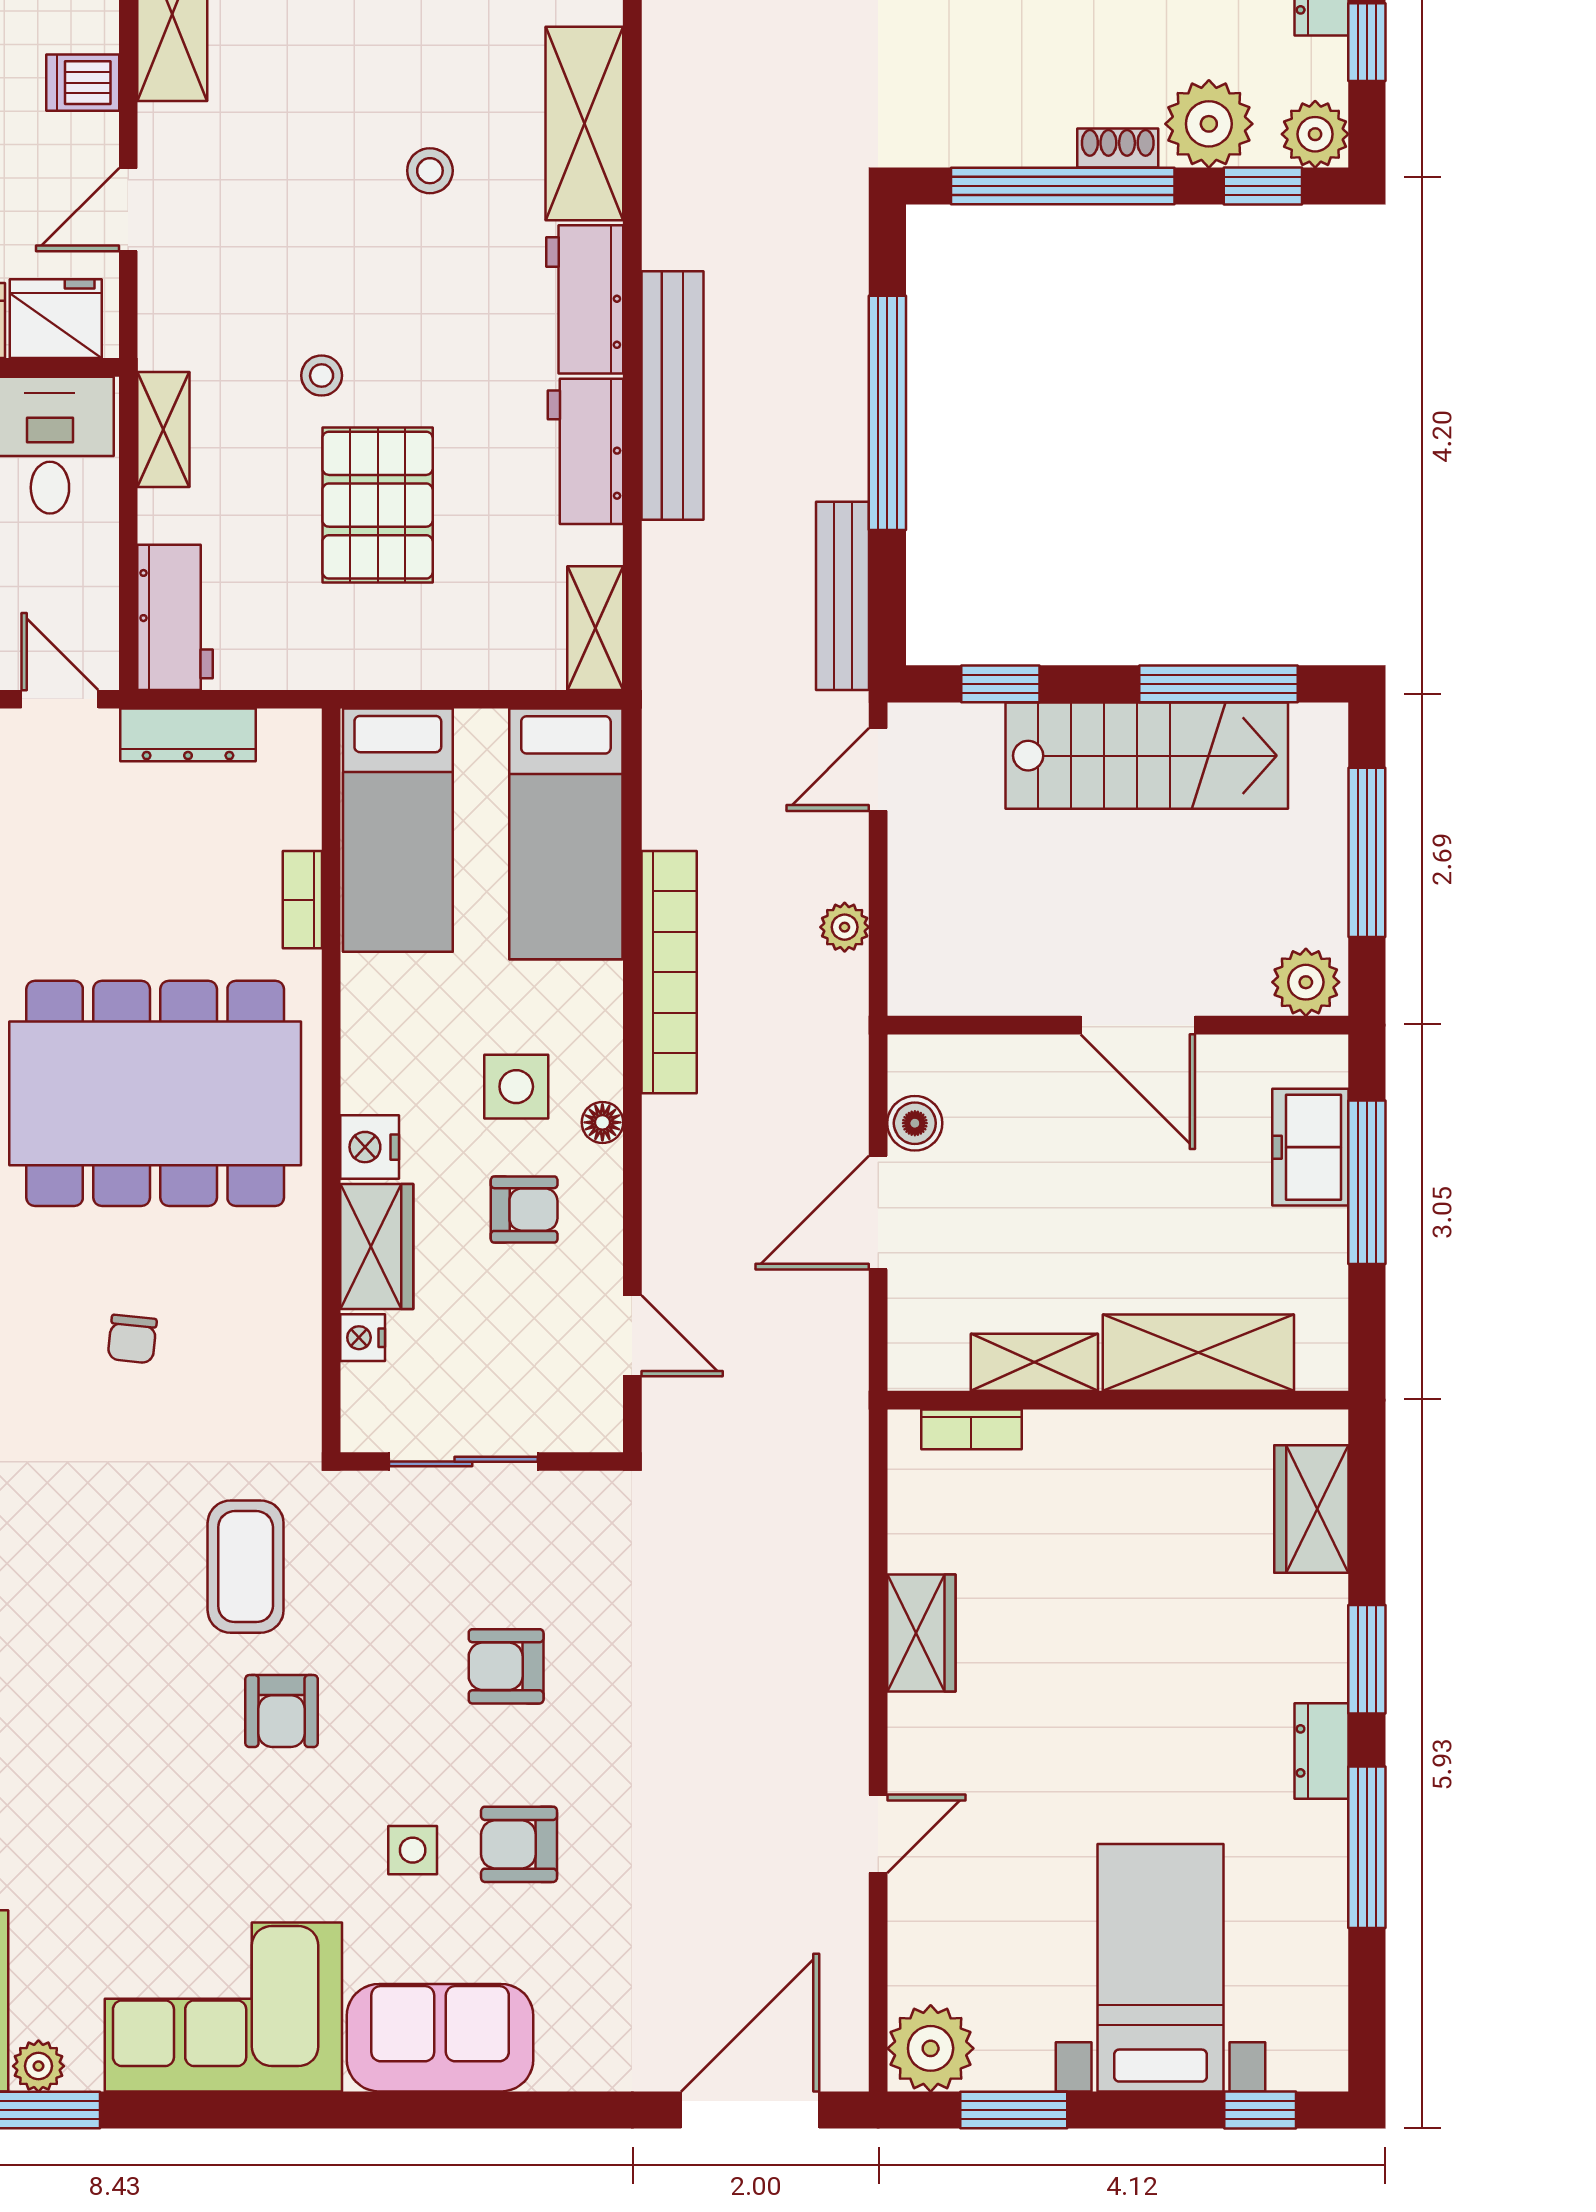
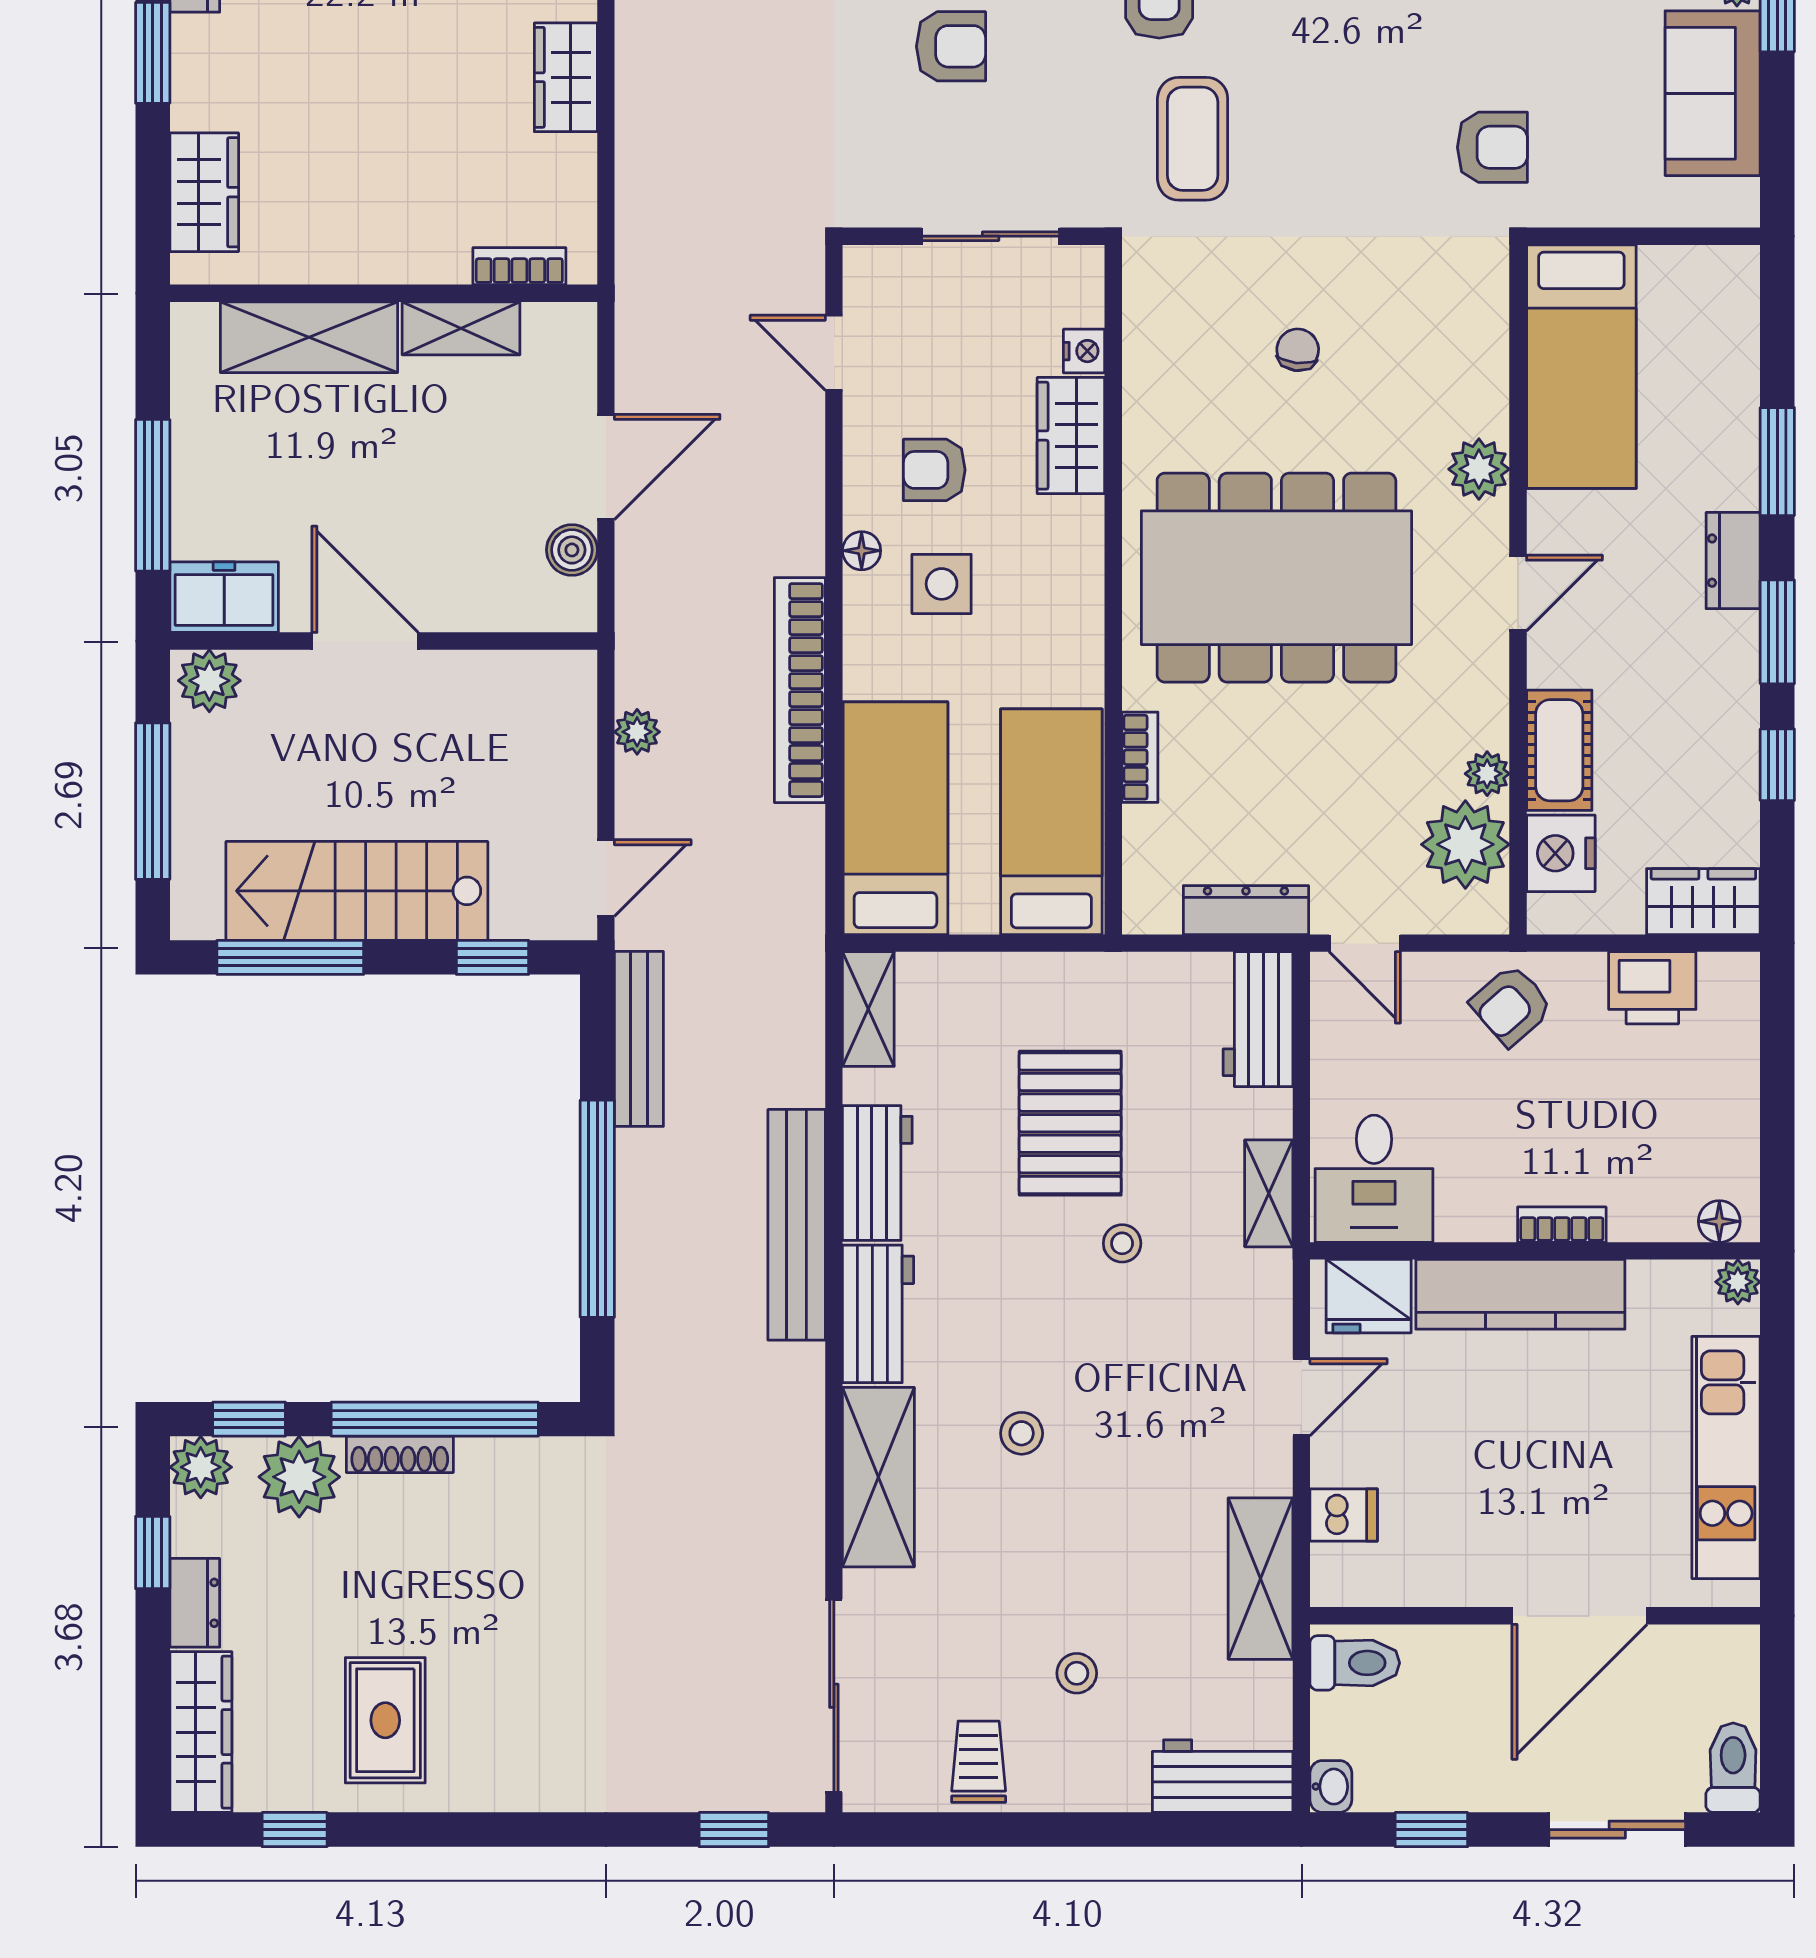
shoe rack: (1118, 148) -> (400, 1454), width x1.43
nightstand: (370, 1147) -> (1077, 528), removed
freezer: (1310, 1147) -> (224, 597), moved, turned -90

